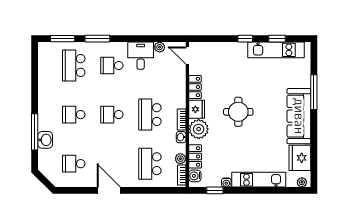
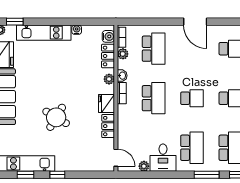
school desk: (112, 65) -> (192, 148), width x1.85
round table: (238, 112) -> (56, 117), moved, turned 31
plant: (199, 129) -> (109, 79), width x0.53, depth x0.53
window: (215, 190) -> (15, 22), moved

